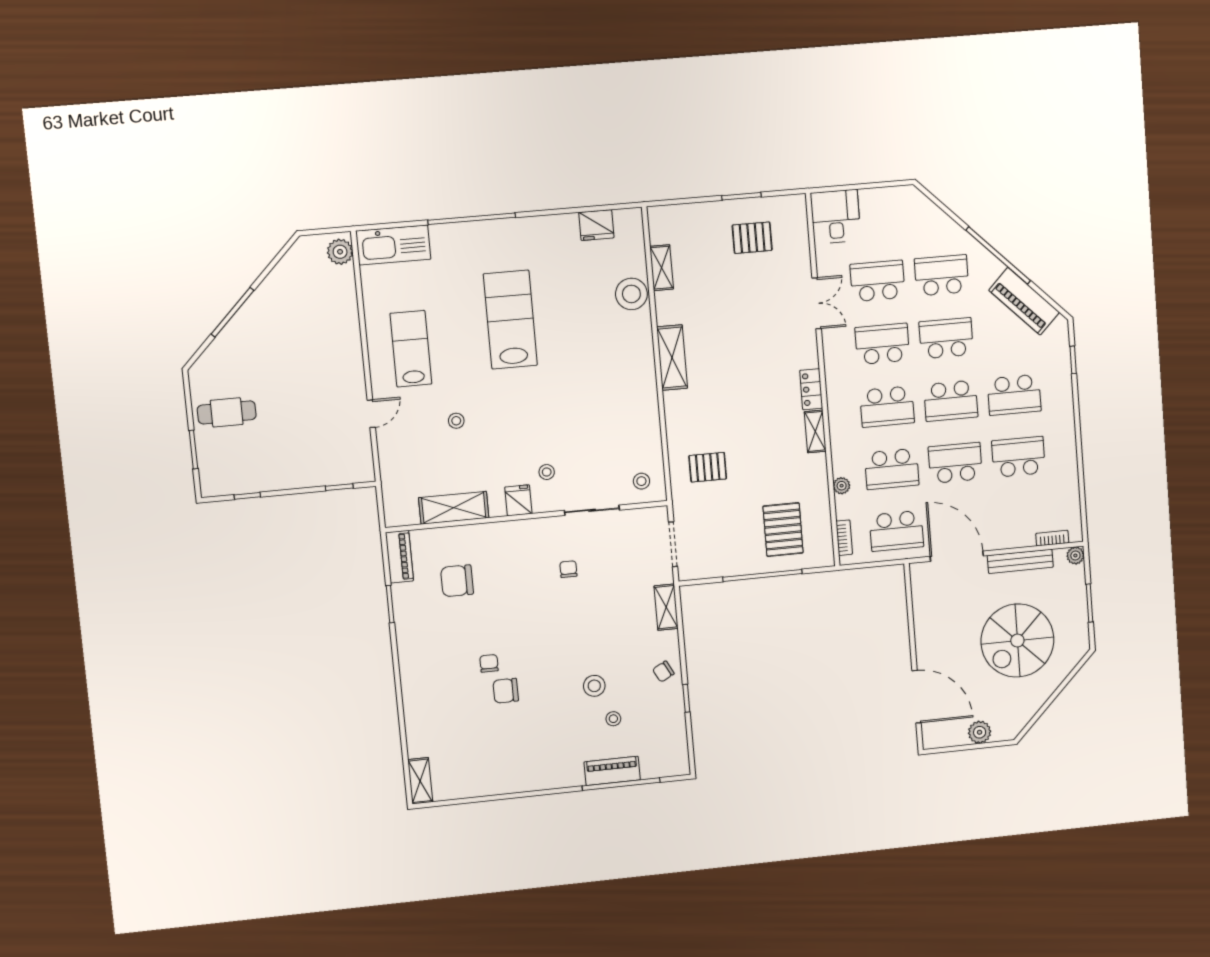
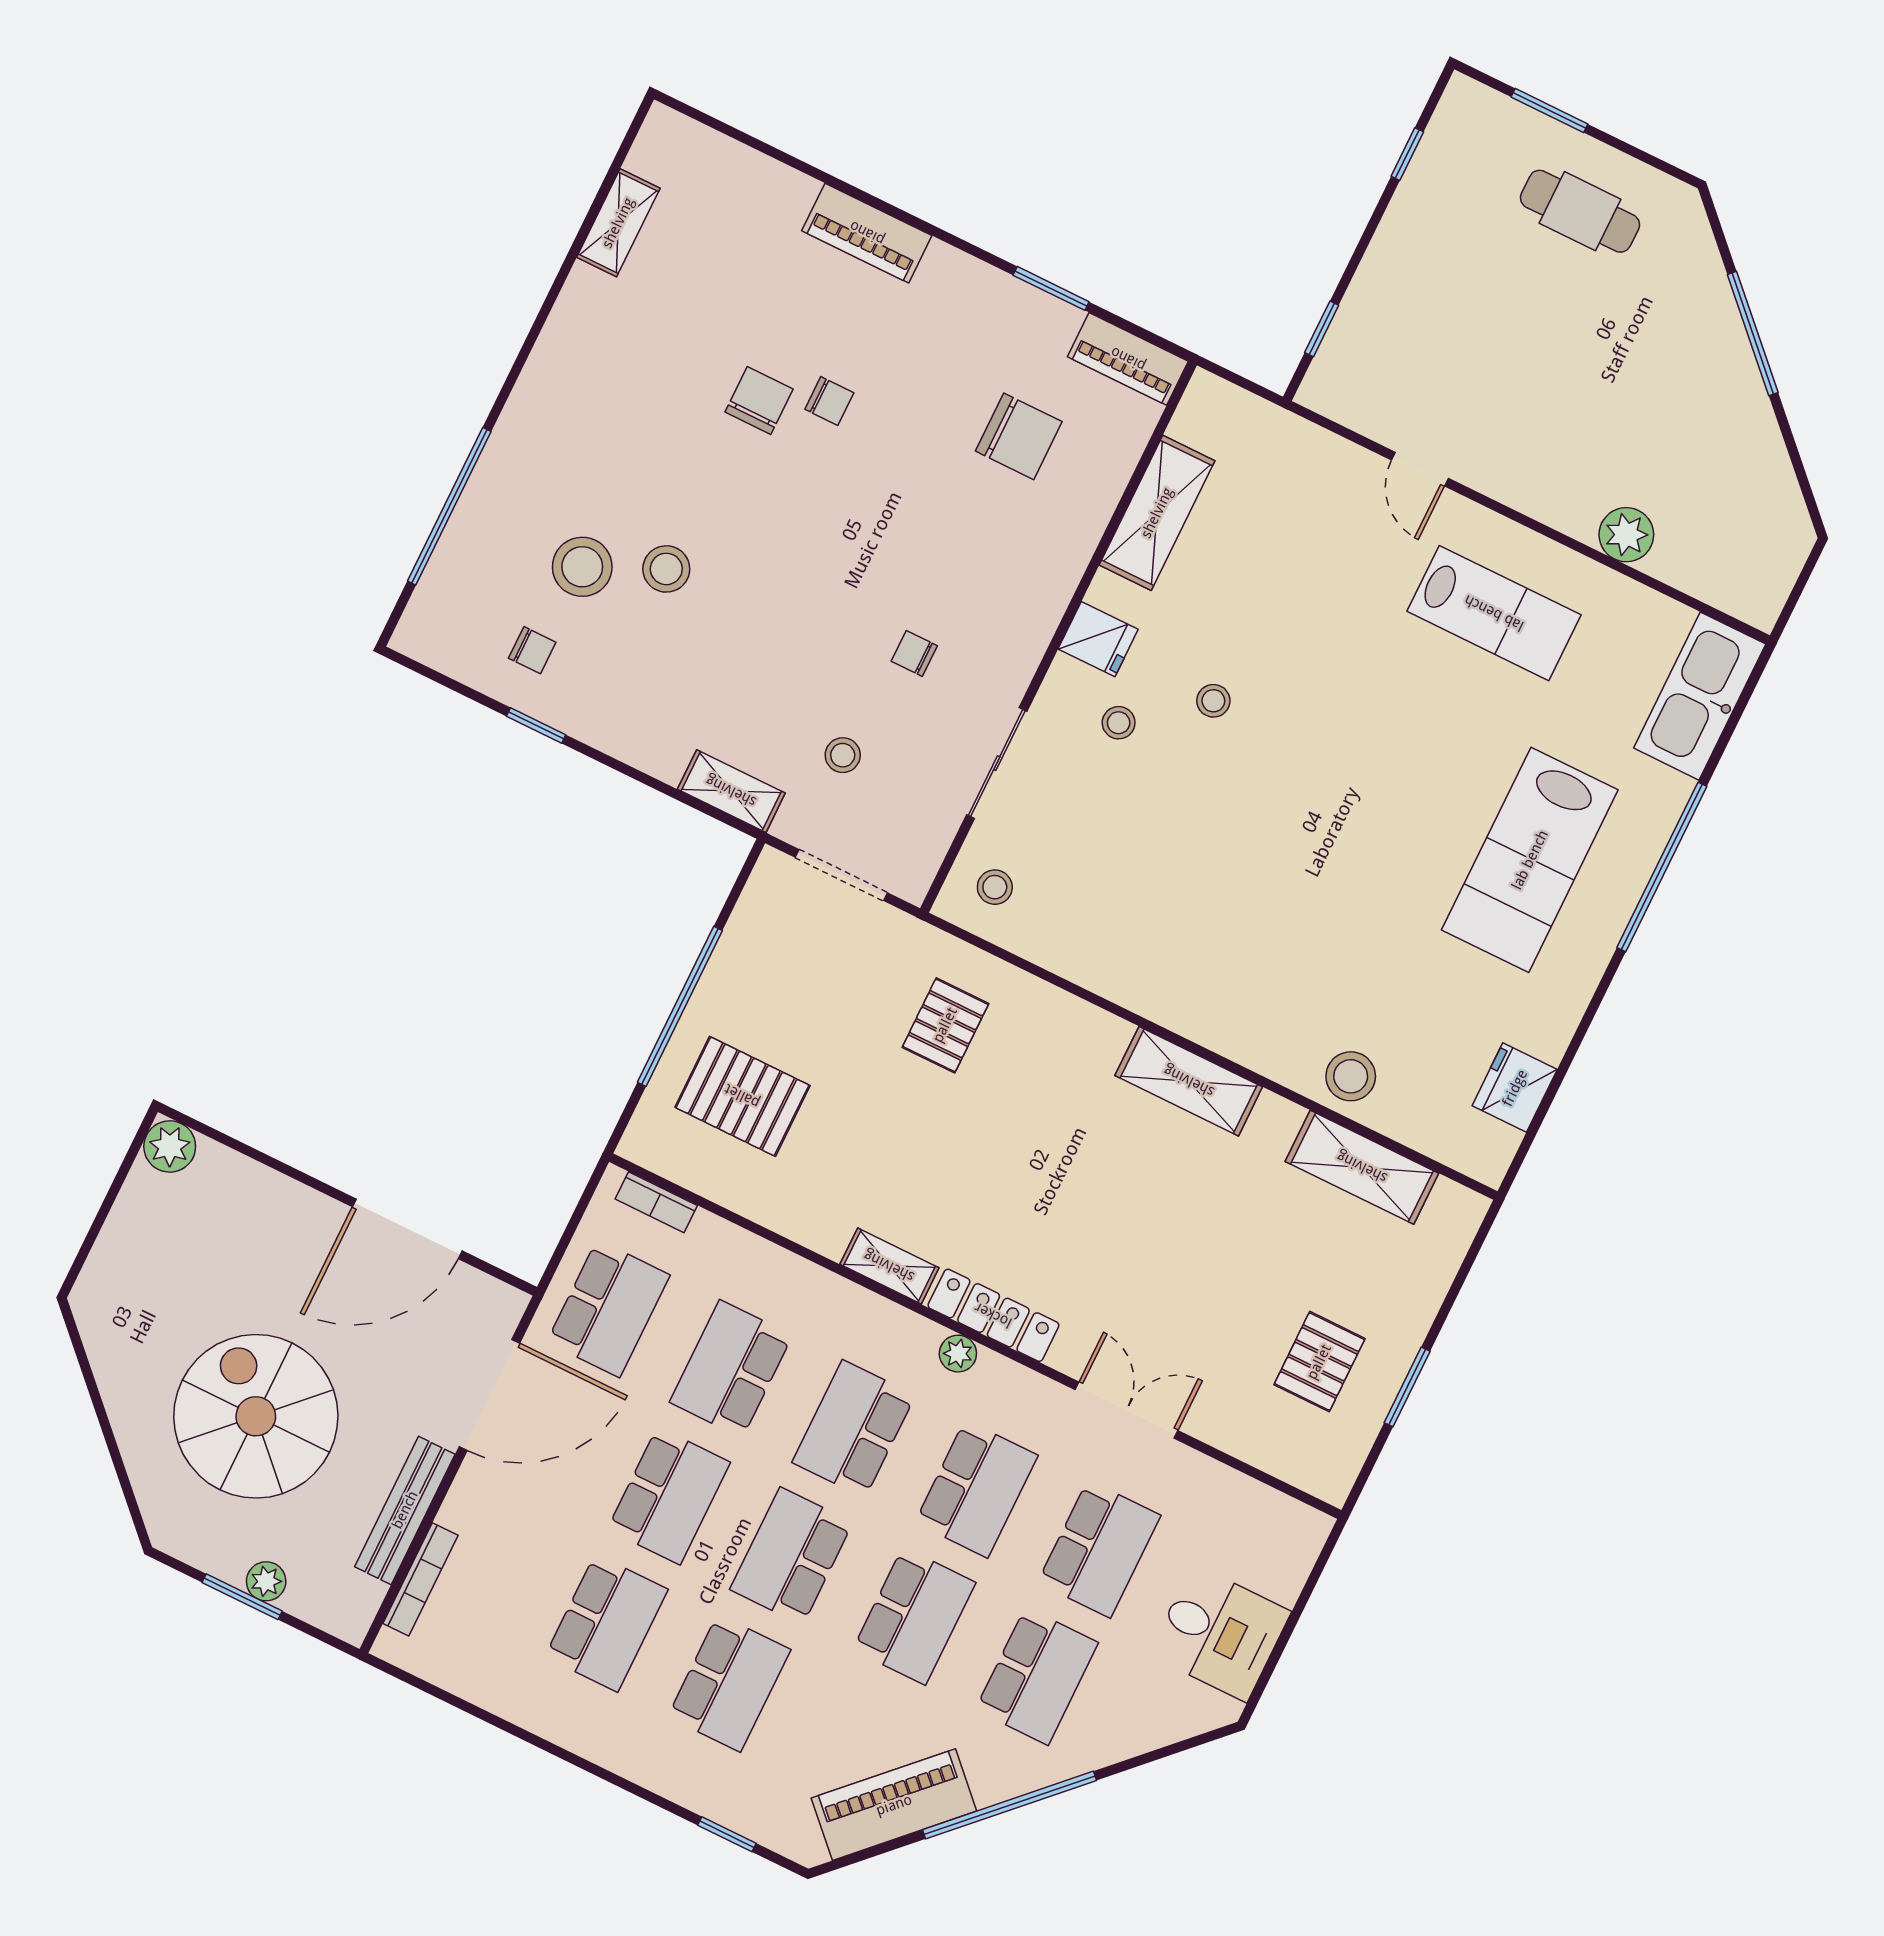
desk: (836, 217) -> (1220, 1633), moved
plant: (340, 252) -> (1626, 535), moved
shelving: (662, 268) -> (1362, 1167), width x1.50, depth x1.33
stool: (631, 294) -> (1351, 1076), width x0.73, depth x0.73
double door: (817, 303) -> (1126, 1410), swing flipped
lab bench: (510, 320) -> (1530, 860), moved, turned 90
locker: (811, 389) -> (993, 1315), width x1.53
school desk: (1014, 395) -> (729, 1683), turned 180
cafe table: (227, 412) -> (1580, 211), turned 90
stool: (456, 421) -> (1213, 701), moved
plant: (842, 486) -> (958, 1354), moved
school desk: (896, 531) -> (608, 1309), turned 180
bookcase: (1052, 538) -> (420, 1579), width x1.56
plant: (1075, 555) -> (266, 1581), moved
chair: (568, 569) -> (914, 653), turned 180
stool: (626, 573) -> (843, 755), added
chair: (457, 581) -> (1019, 436), turned 90
chair: (663, 672) -> (532, 650), moved, turned 118
door: (917, 697) -> (407, 1229), moved
stool: (613, 719) -> (582, 567), width x1.89, depth x1.89
plant: (980, 732) -> (170, 1146), moved
piano: (612, 771) -> (867, 233), moved, turned 90
shelving: (420, 781) -> (618, 223), moved, turned 90

